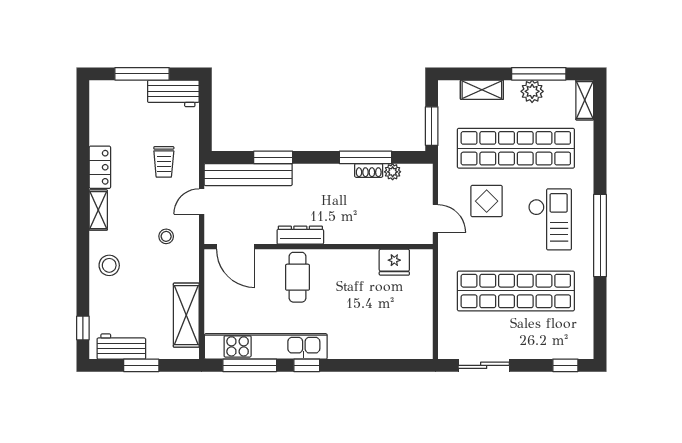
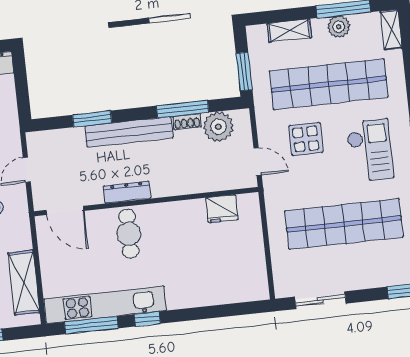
plant: (393, 172) -> (218, 127), width x1.87, depth x1.87
bench: (248, 175) -> (129, 132), moved

